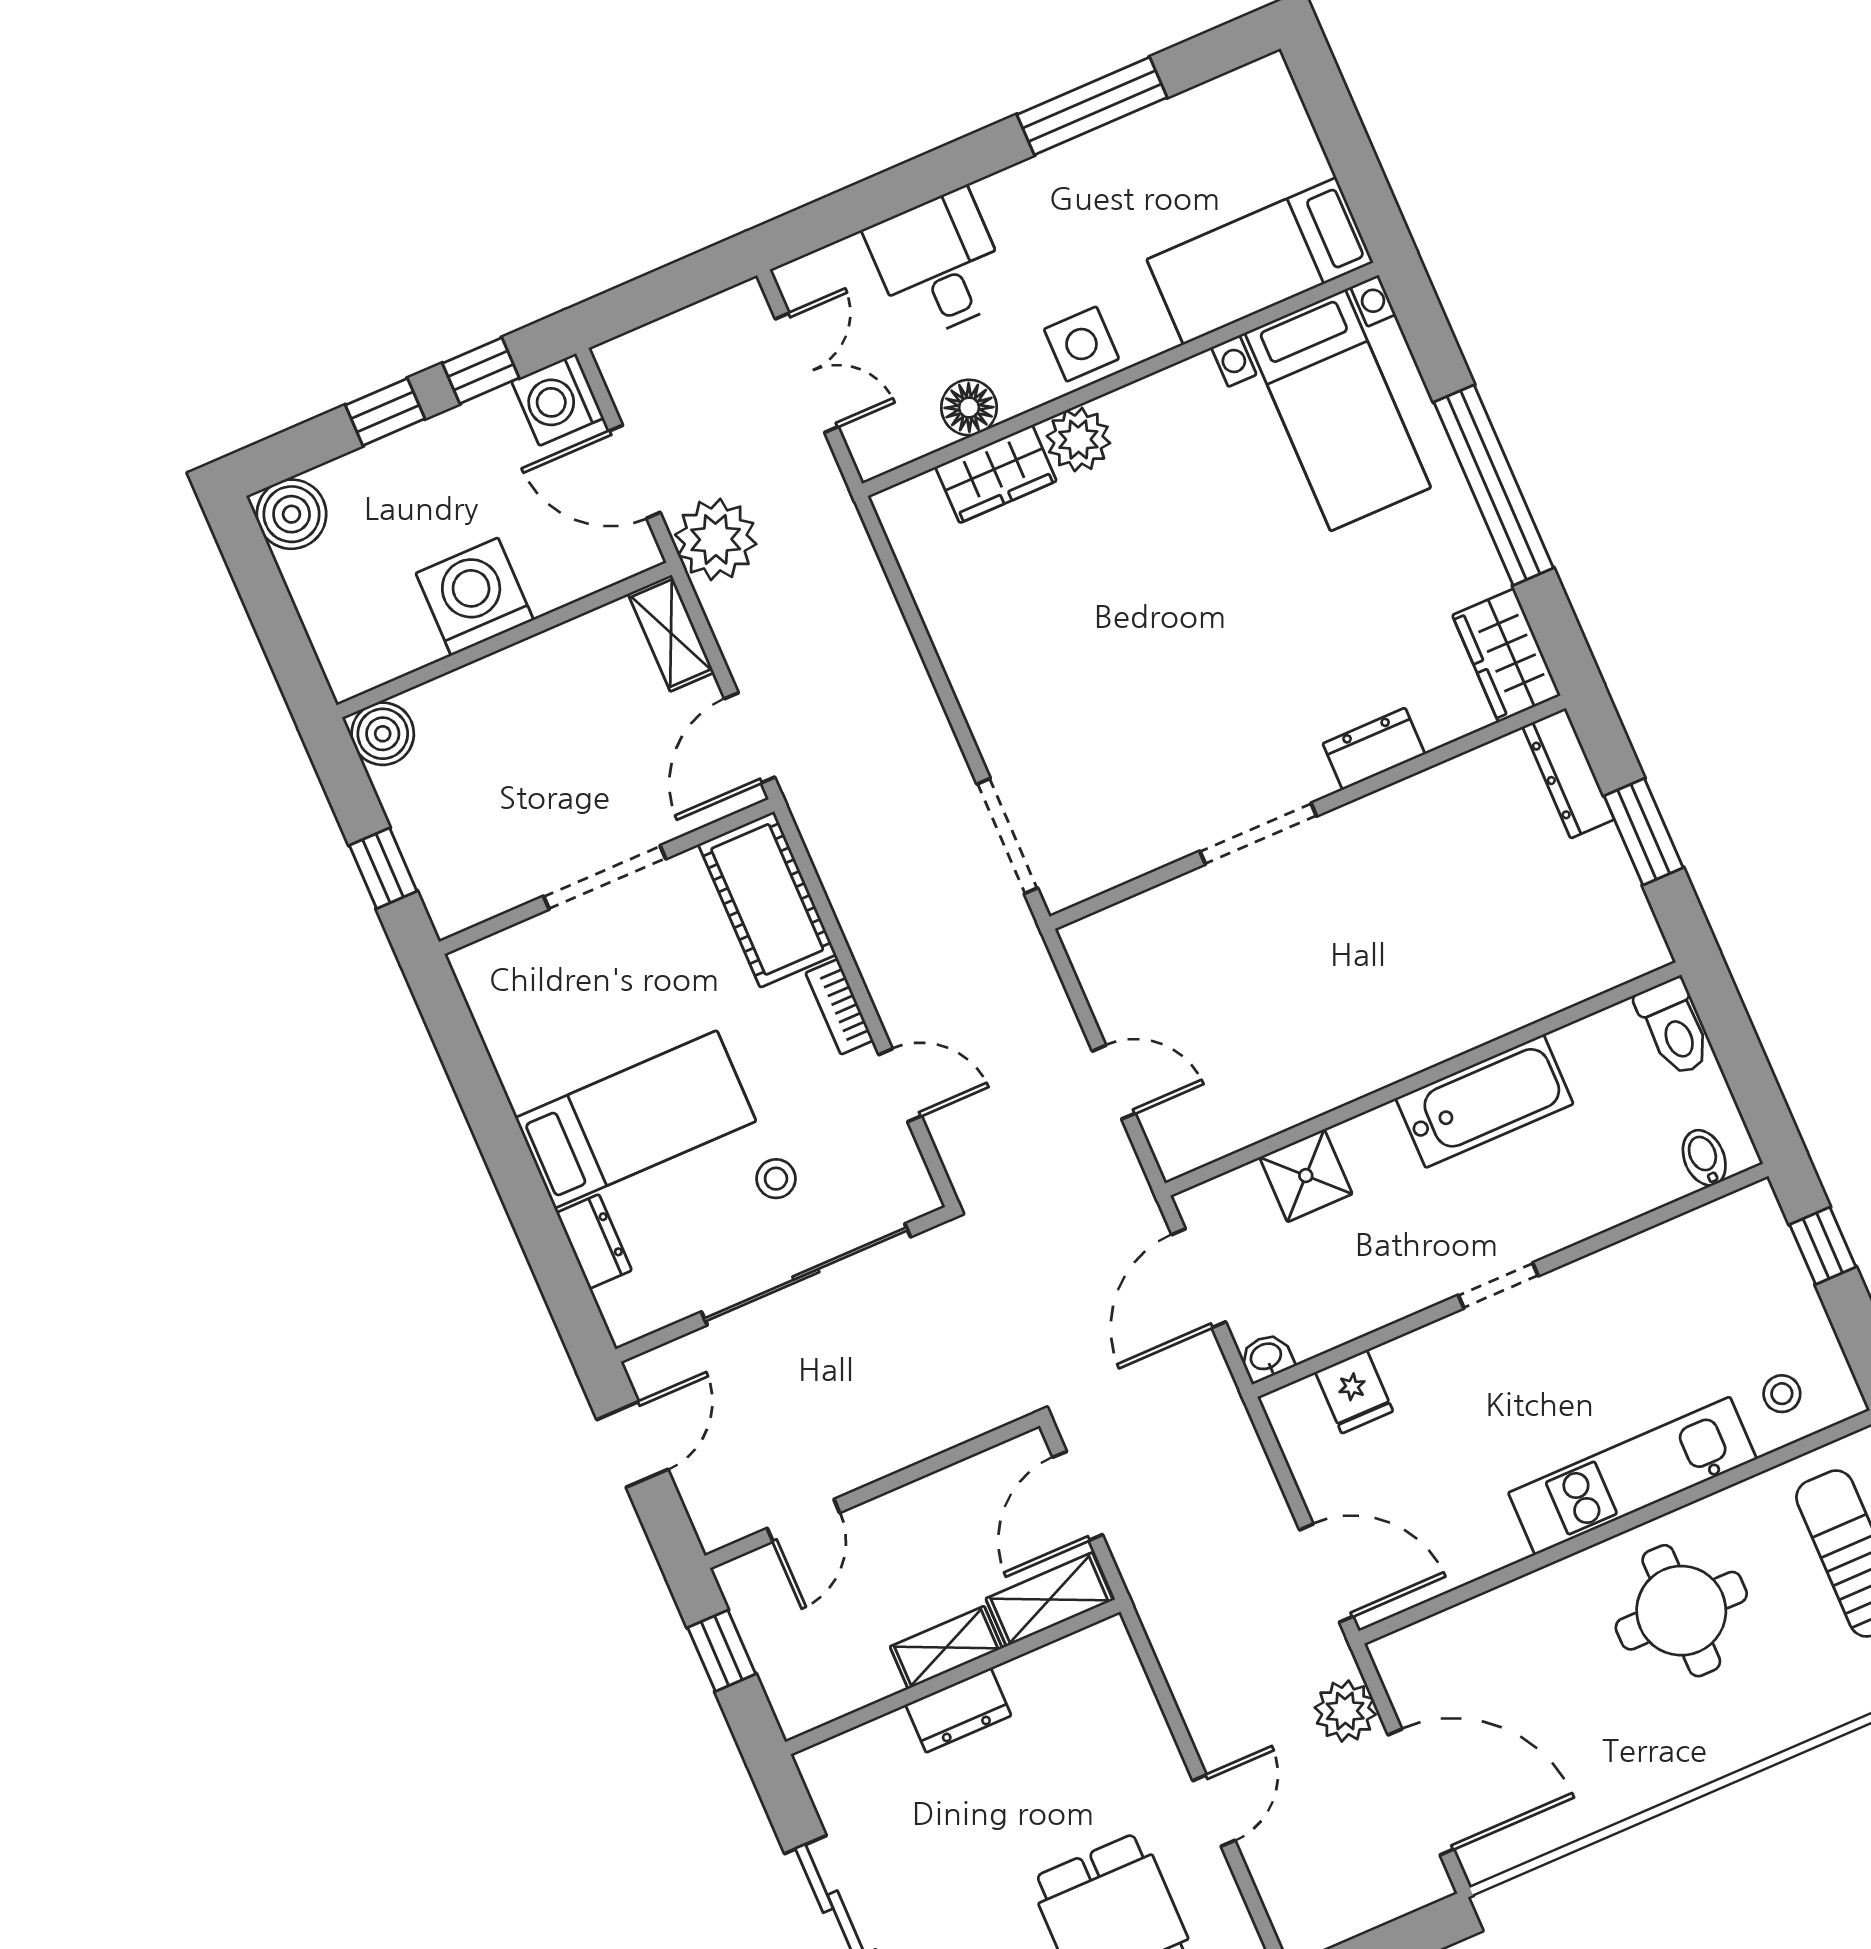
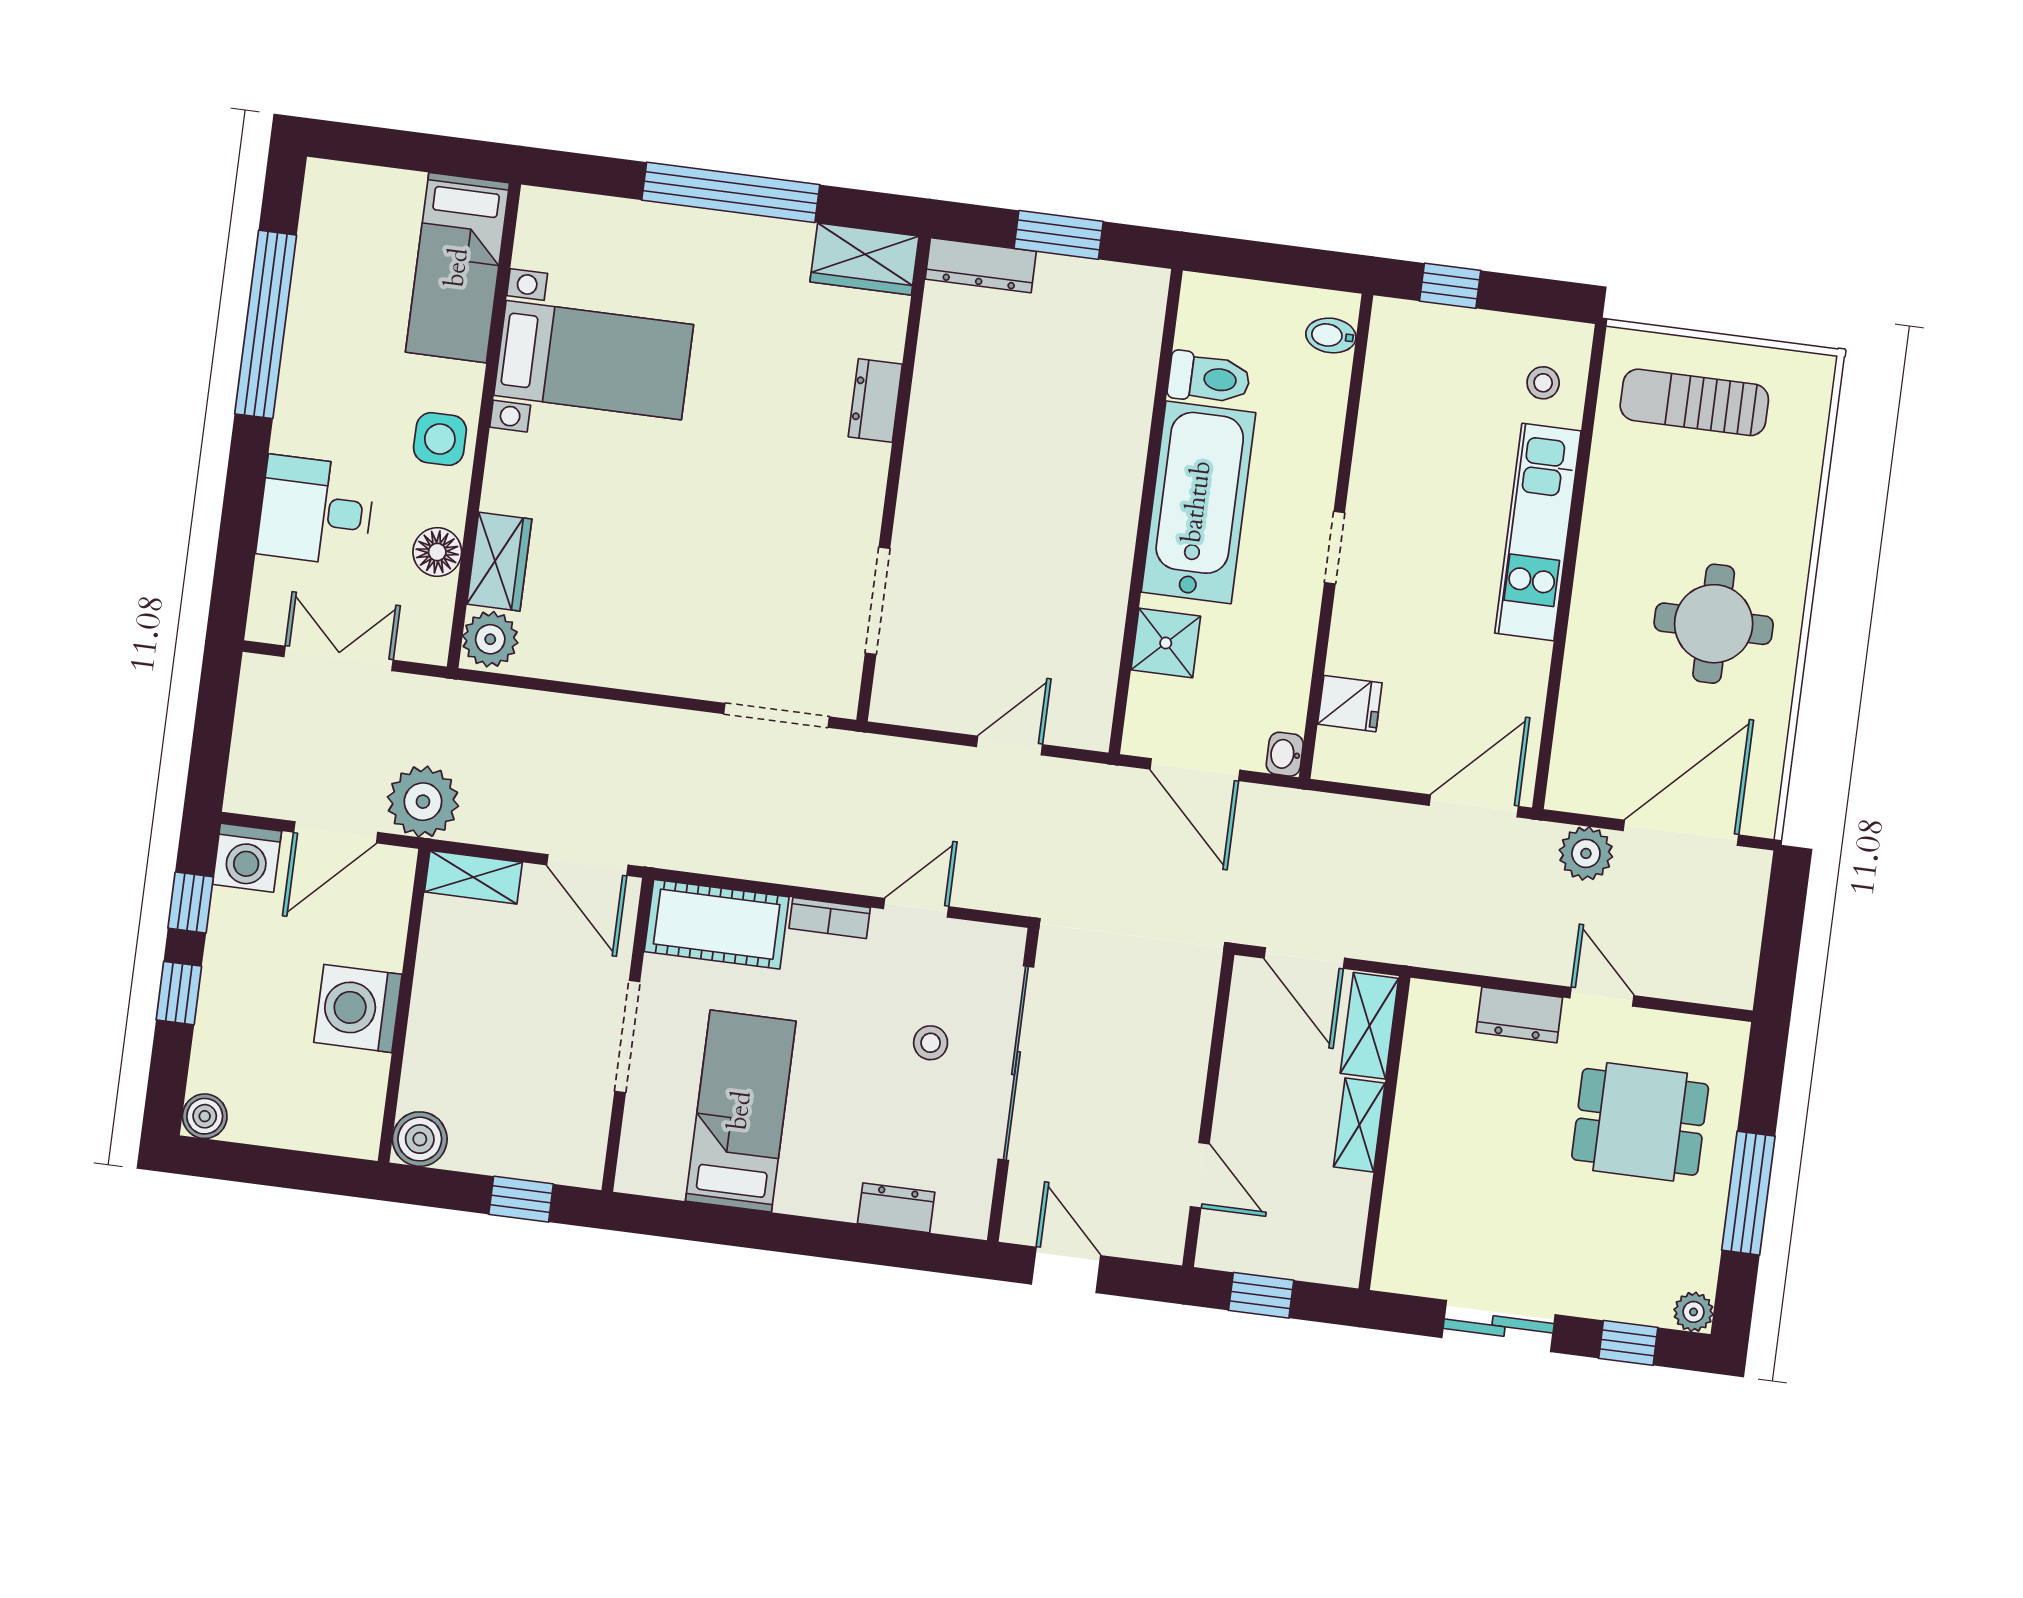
window: (1092, 106) -> (266, 324), width x1.46
bed with nightstands: (1338, 410) -> (594, 360), moved
plant: (1078, 440) -> (490, 639), moved
boiler: (292, 514) -> (205, 1116), width x0.73, depth x0.73
doorway: (1258, 834) -> (878, 601), moved
toilet: (1674, 1027) -> (1209, 378), moved
bathtub: (1484, 1101) -> (1198, 502), width x1.36, depth x1.36
bed: (636, 1119) -> (741, 1111), moved
round table: (1681, 1611) -> (1714, 624), moved
dresser: (958, 1710) -> (1519, 1015), moved, turned 90

